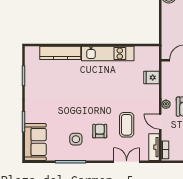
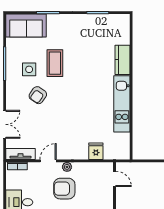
kitchen counter: (60, 53) -> (122, 60), width x0.67
coffee table: (127, 125) -> (55, 63), moved, turned 90
armchair: (100, 131) -> (38, 95), turned 125

